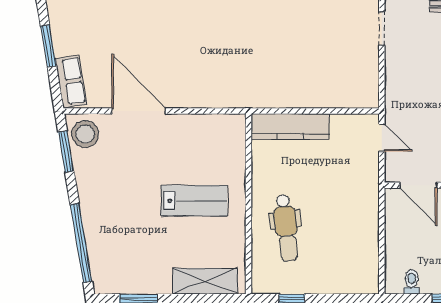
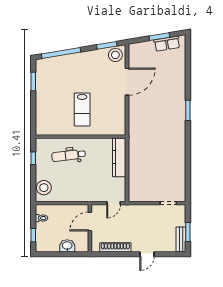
row of seats: (71, 81) -> (167, 44), moved
stool: (351, 277) -> (44, 188), added
shelving: (205, 281) -> (42, 115), removed

